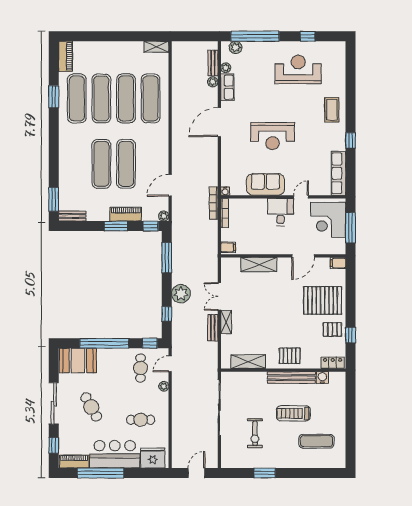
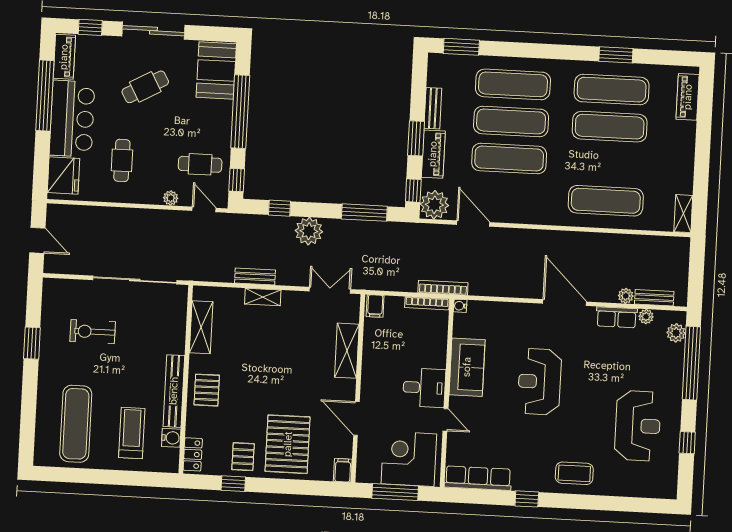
piano: (65, 56) -> (688, 97), moved, turned 90
exercise mat: (126, 98) -> (513, 84), moved
bench: (72, 216) -> (433, 108), moved
plant: (164, 216) -> (434, 205), width x1.87, depth x1.87
double door: (219, 296) -> (330, 290), moved
treadmill: (293, 413) -> (132, 433), moved
exercise mat: (316, 441) -> (76, 424), width x1.36, depth x1.45

